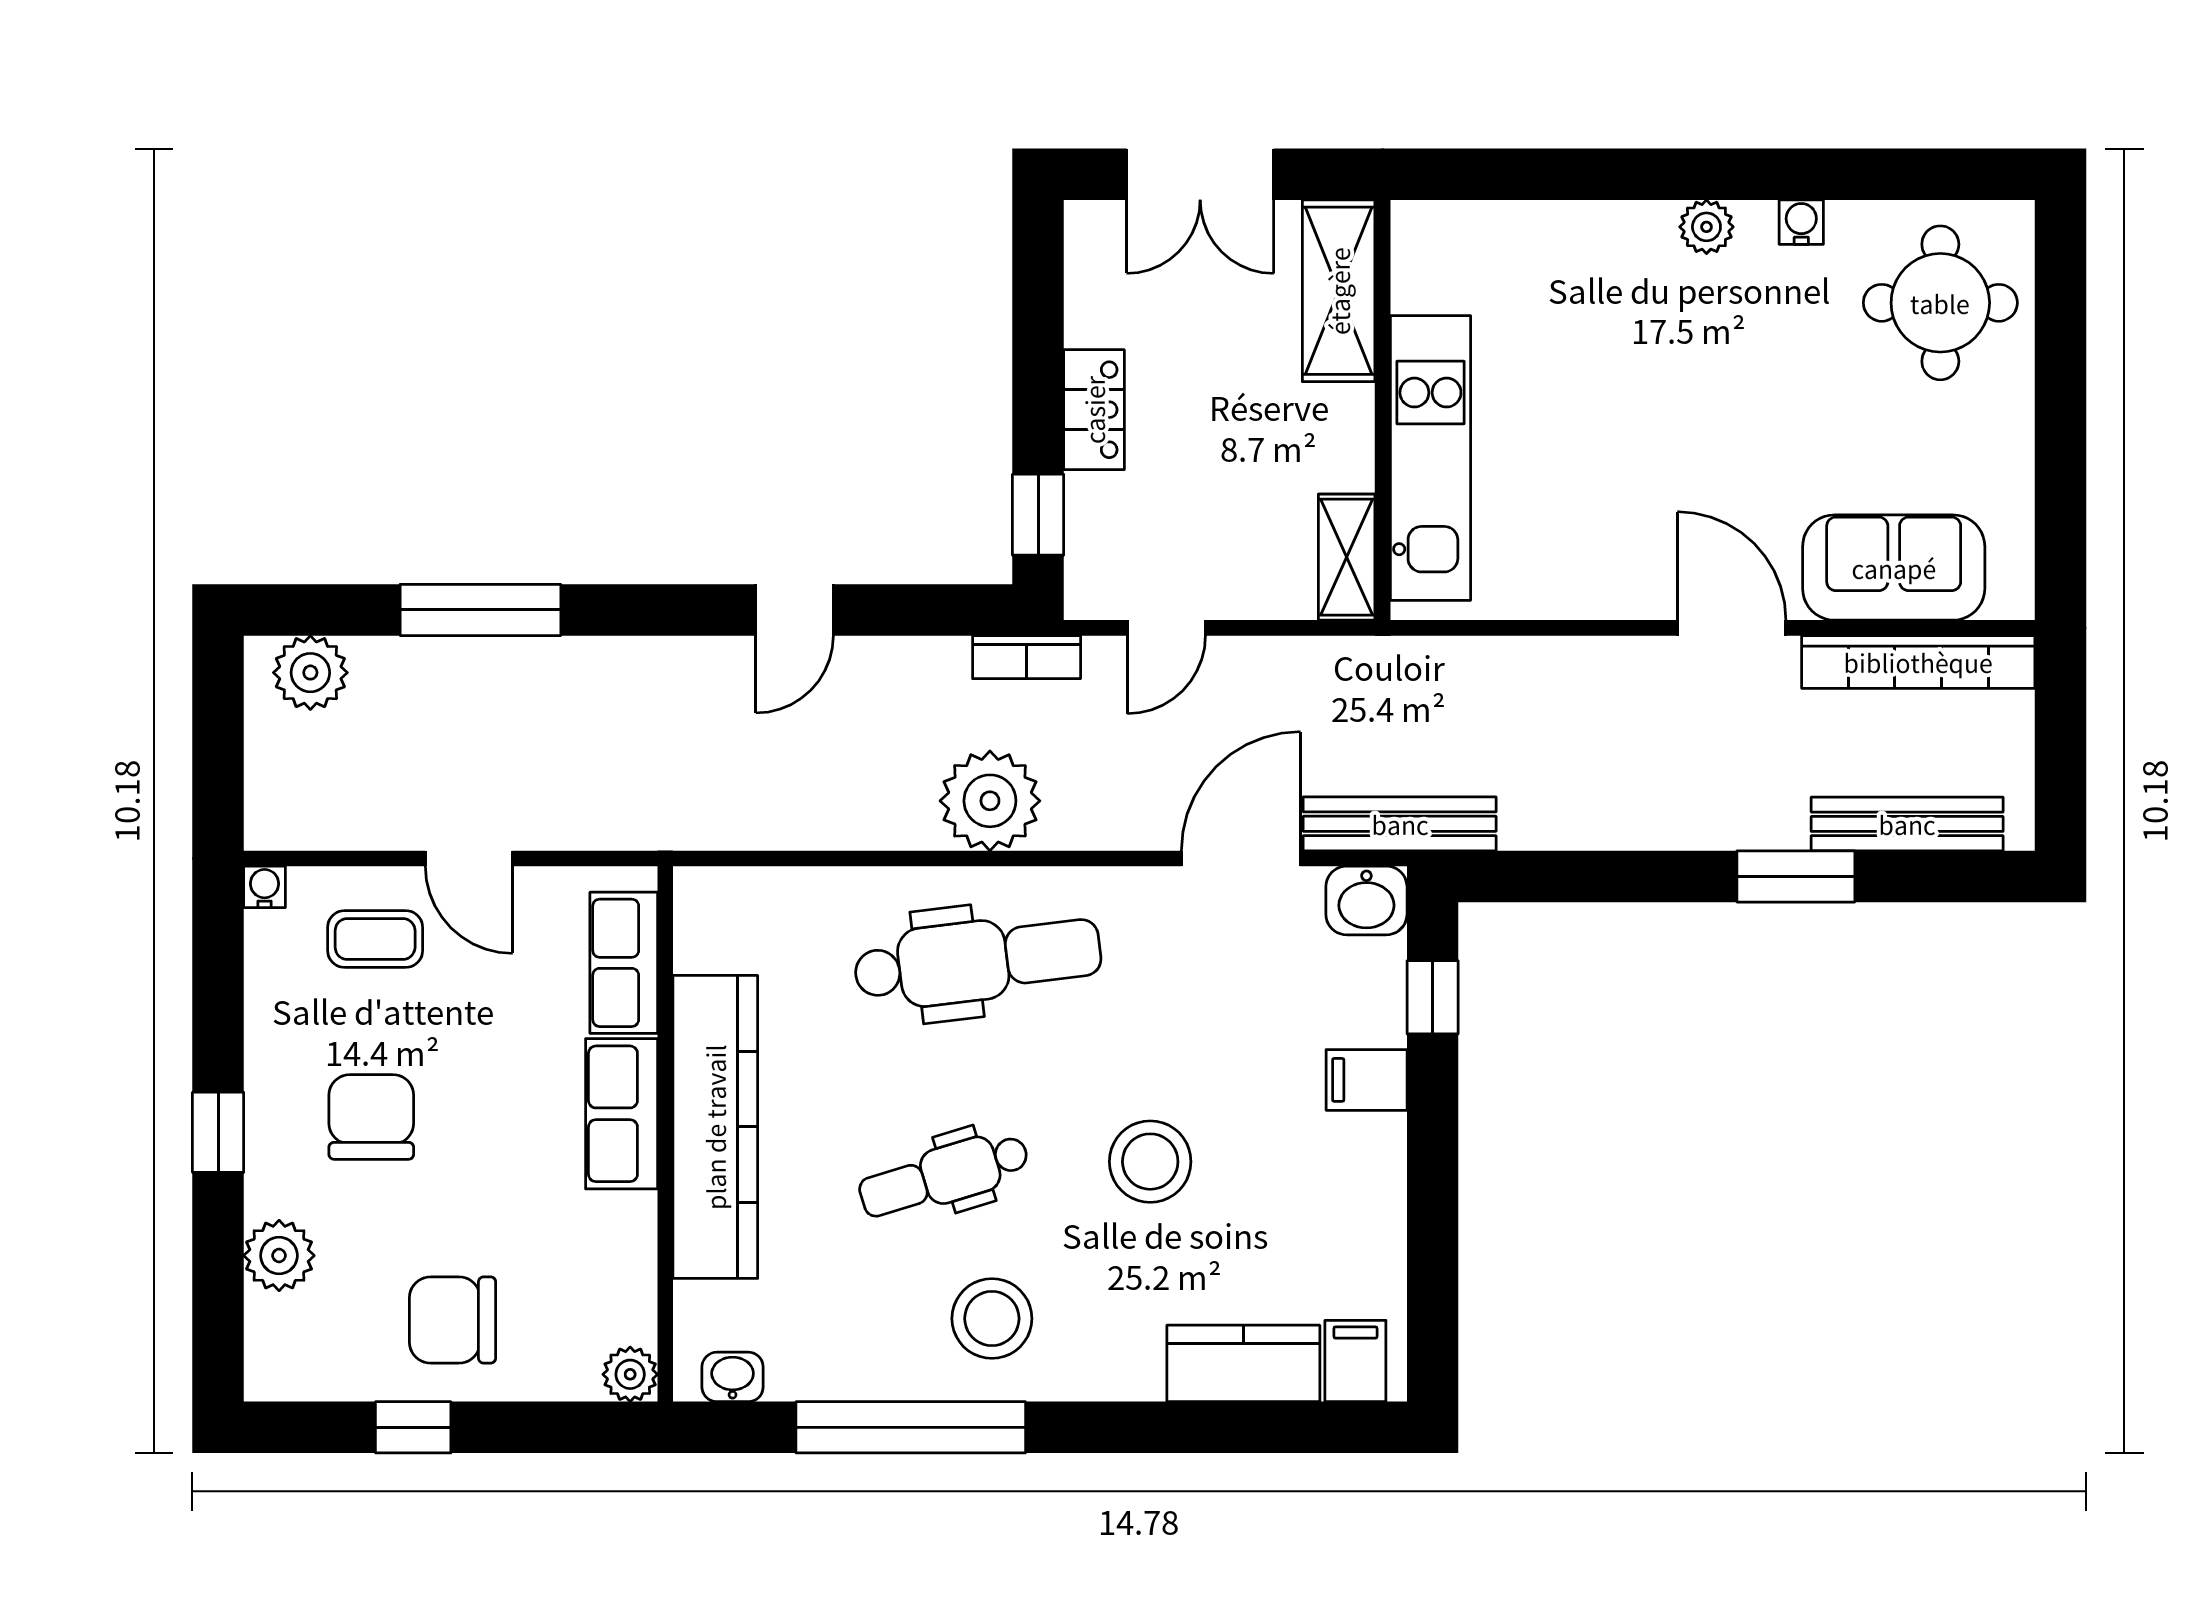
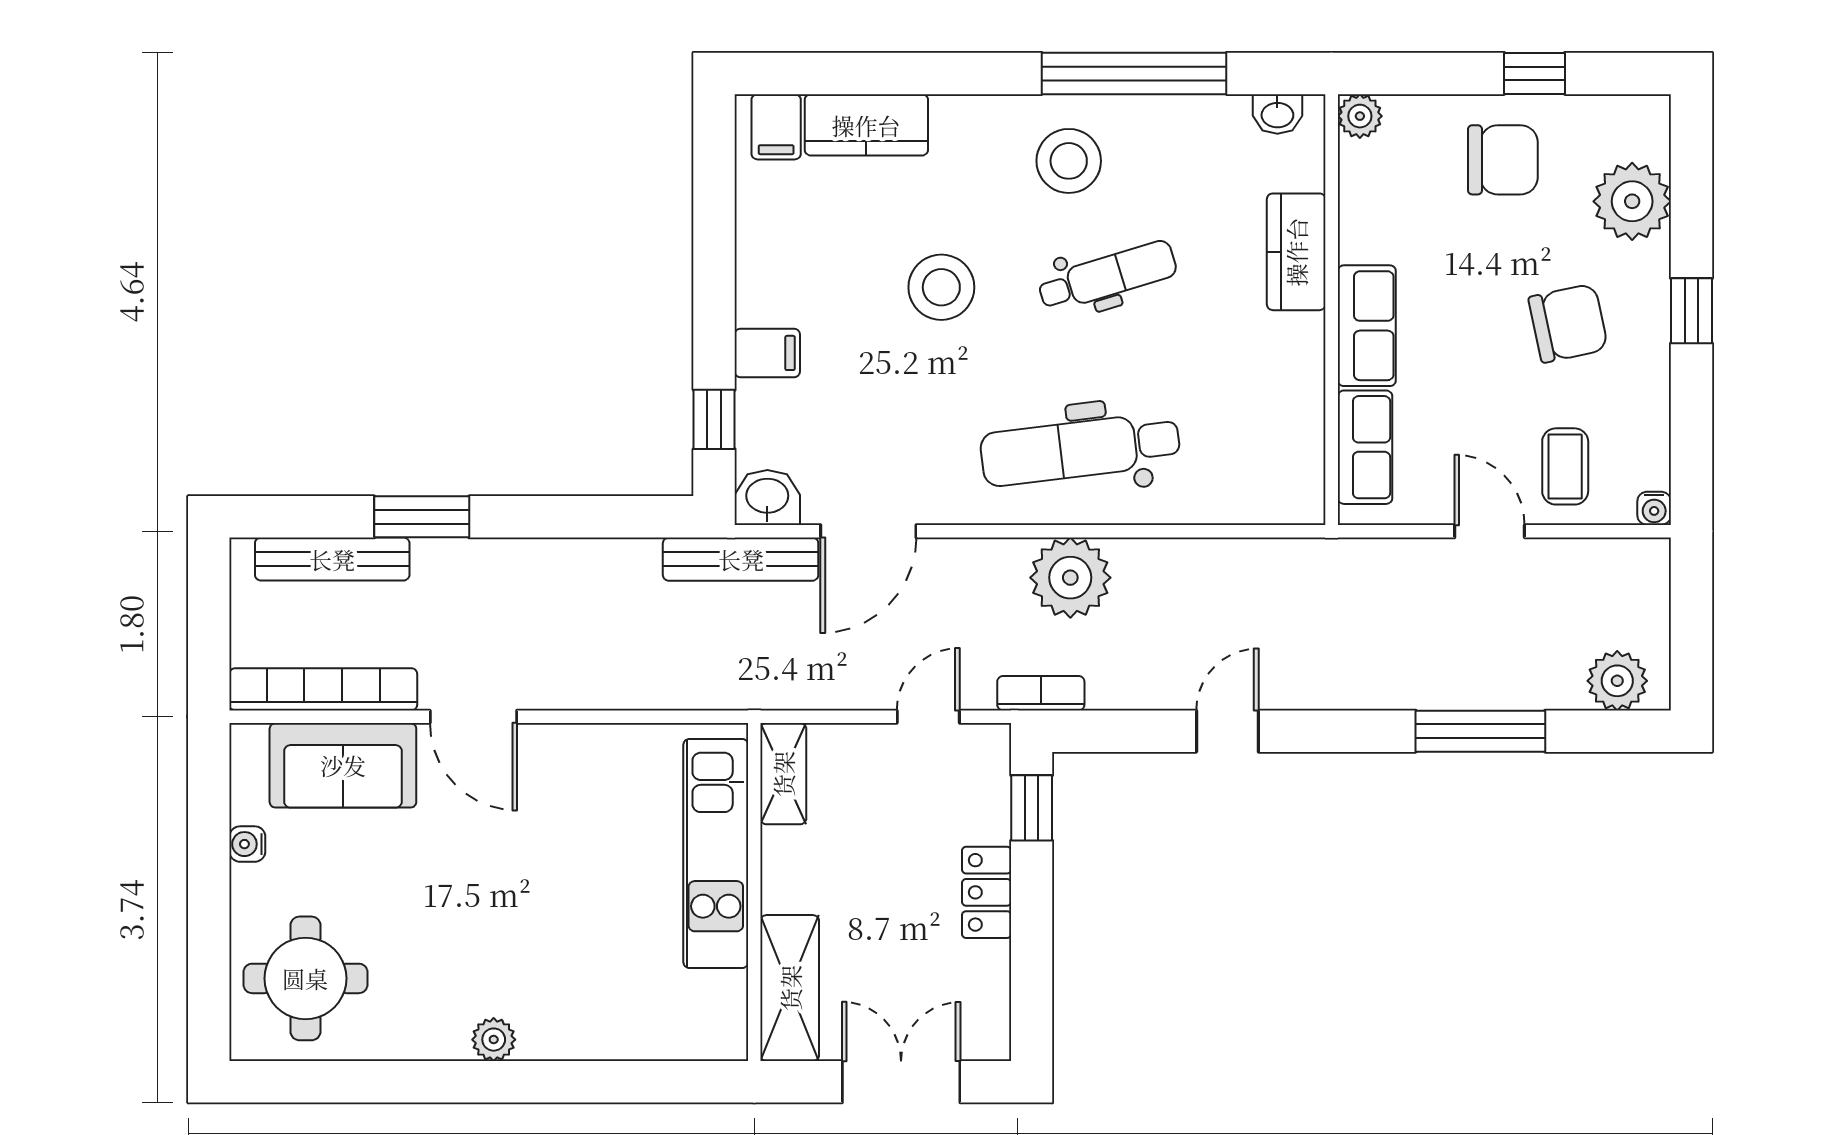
water cooler: (1801, 222) -> (247, 844), moved, turned 90
coffee table: (375, 939) -> (1565, 466), turned 90
chair: (371, 1117) -> (1568, 323), turned -102
kitchen counter: (715, 1127) -> (1296, 252), width x0.48, depth x0.86
plant: (279, 1256) -> (1632, 201), width x1.36, depth x1.36

